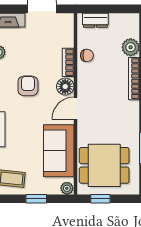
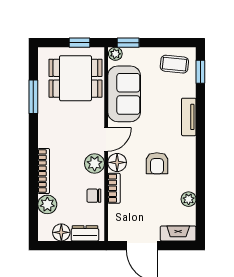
floor lamp: (118, 21) -> (61, 232), added
plant: (86, 86) -> (95, 163), added
window: (36, 199) -> (128, 43), moved

